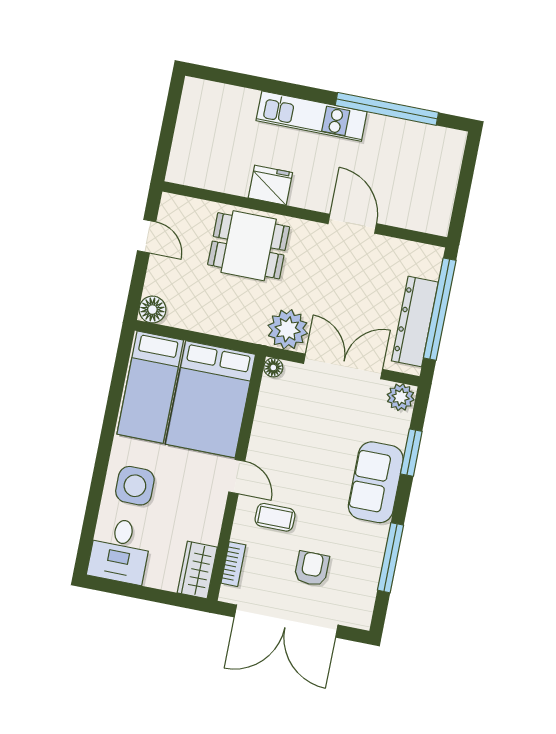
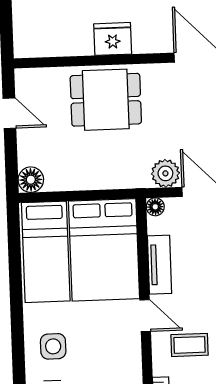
plant: (288, 329) -> (165, 173), width x0.73, depth x0.73
tv unit: (264, 428) -> (160, 265), added
side table: (135, 486) -> (53, 346), width x0.73, depth x0.73

